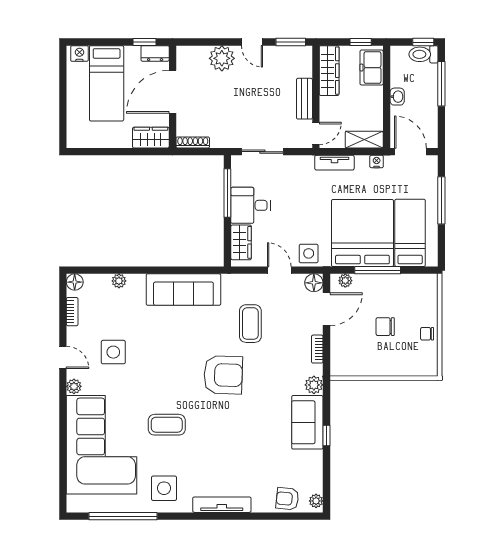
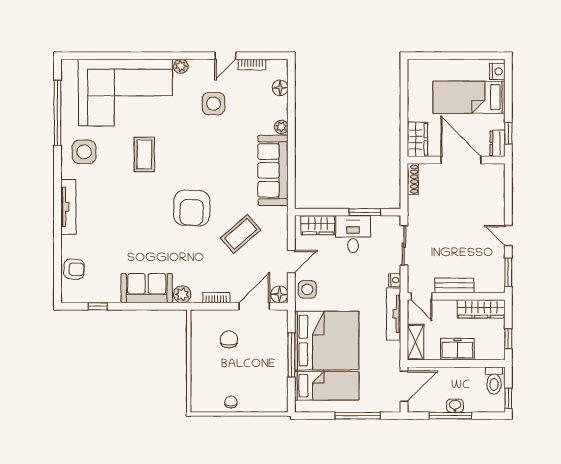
door: (252, 42) -> (508, 235), hinge flipped
toilet: (423, 54) -> (494, 381), moved, turned 180
plant: (222, 58) -> (493, 207), removed
freezer: (372, 68) -> (457, 349), moved
window: (441, 84) -> (450, 416), moved
washbasin: (397, 97) -> (455, 406), moved, turned 180
nightstand: (377, 162) -> (395, 280), moved
tv unit: (334, 163) -> (394, 314), width x1.41
window: (227, 193) -> (365, 212), width x0.69
plant: (119, 281) -> (281, 127), moved
plant: (345, 281) -> (282, 324), removed
floor lamp: (75, 282) -> (280, 88), moved
door: (326, 309) -> (254, 306), swing flipped
coffee table: (250, 324) -> (241, 234), turned -41
chair: (385, 327) -> (229, 339), moved
door: (63, 357) -> (225, 56), moved
window: (326, 435) -> (98, 306), moved
armchair: (287, 499) -> (74, 269), turned 88
plant: (316, 501) -> (72, 296), removed

